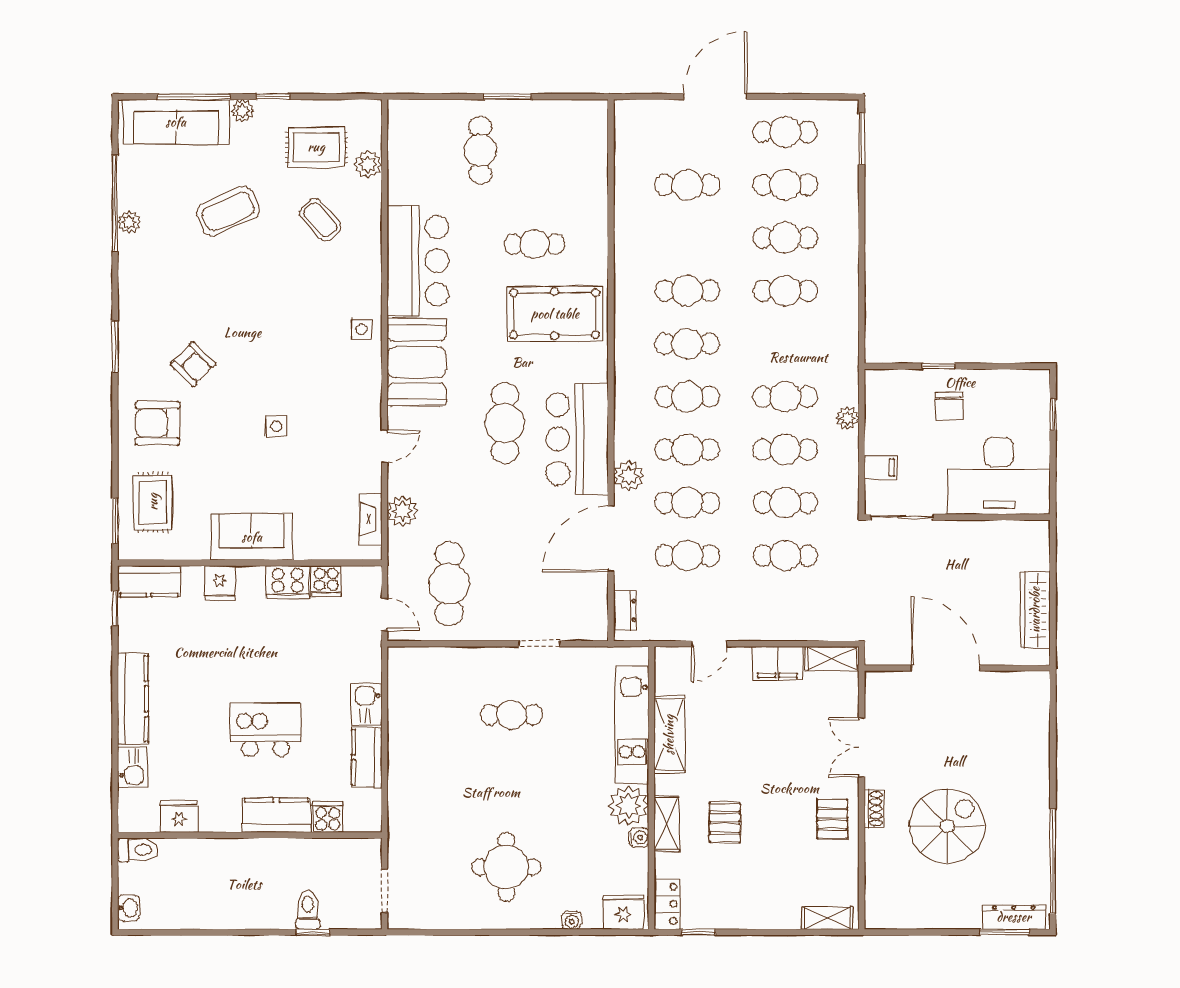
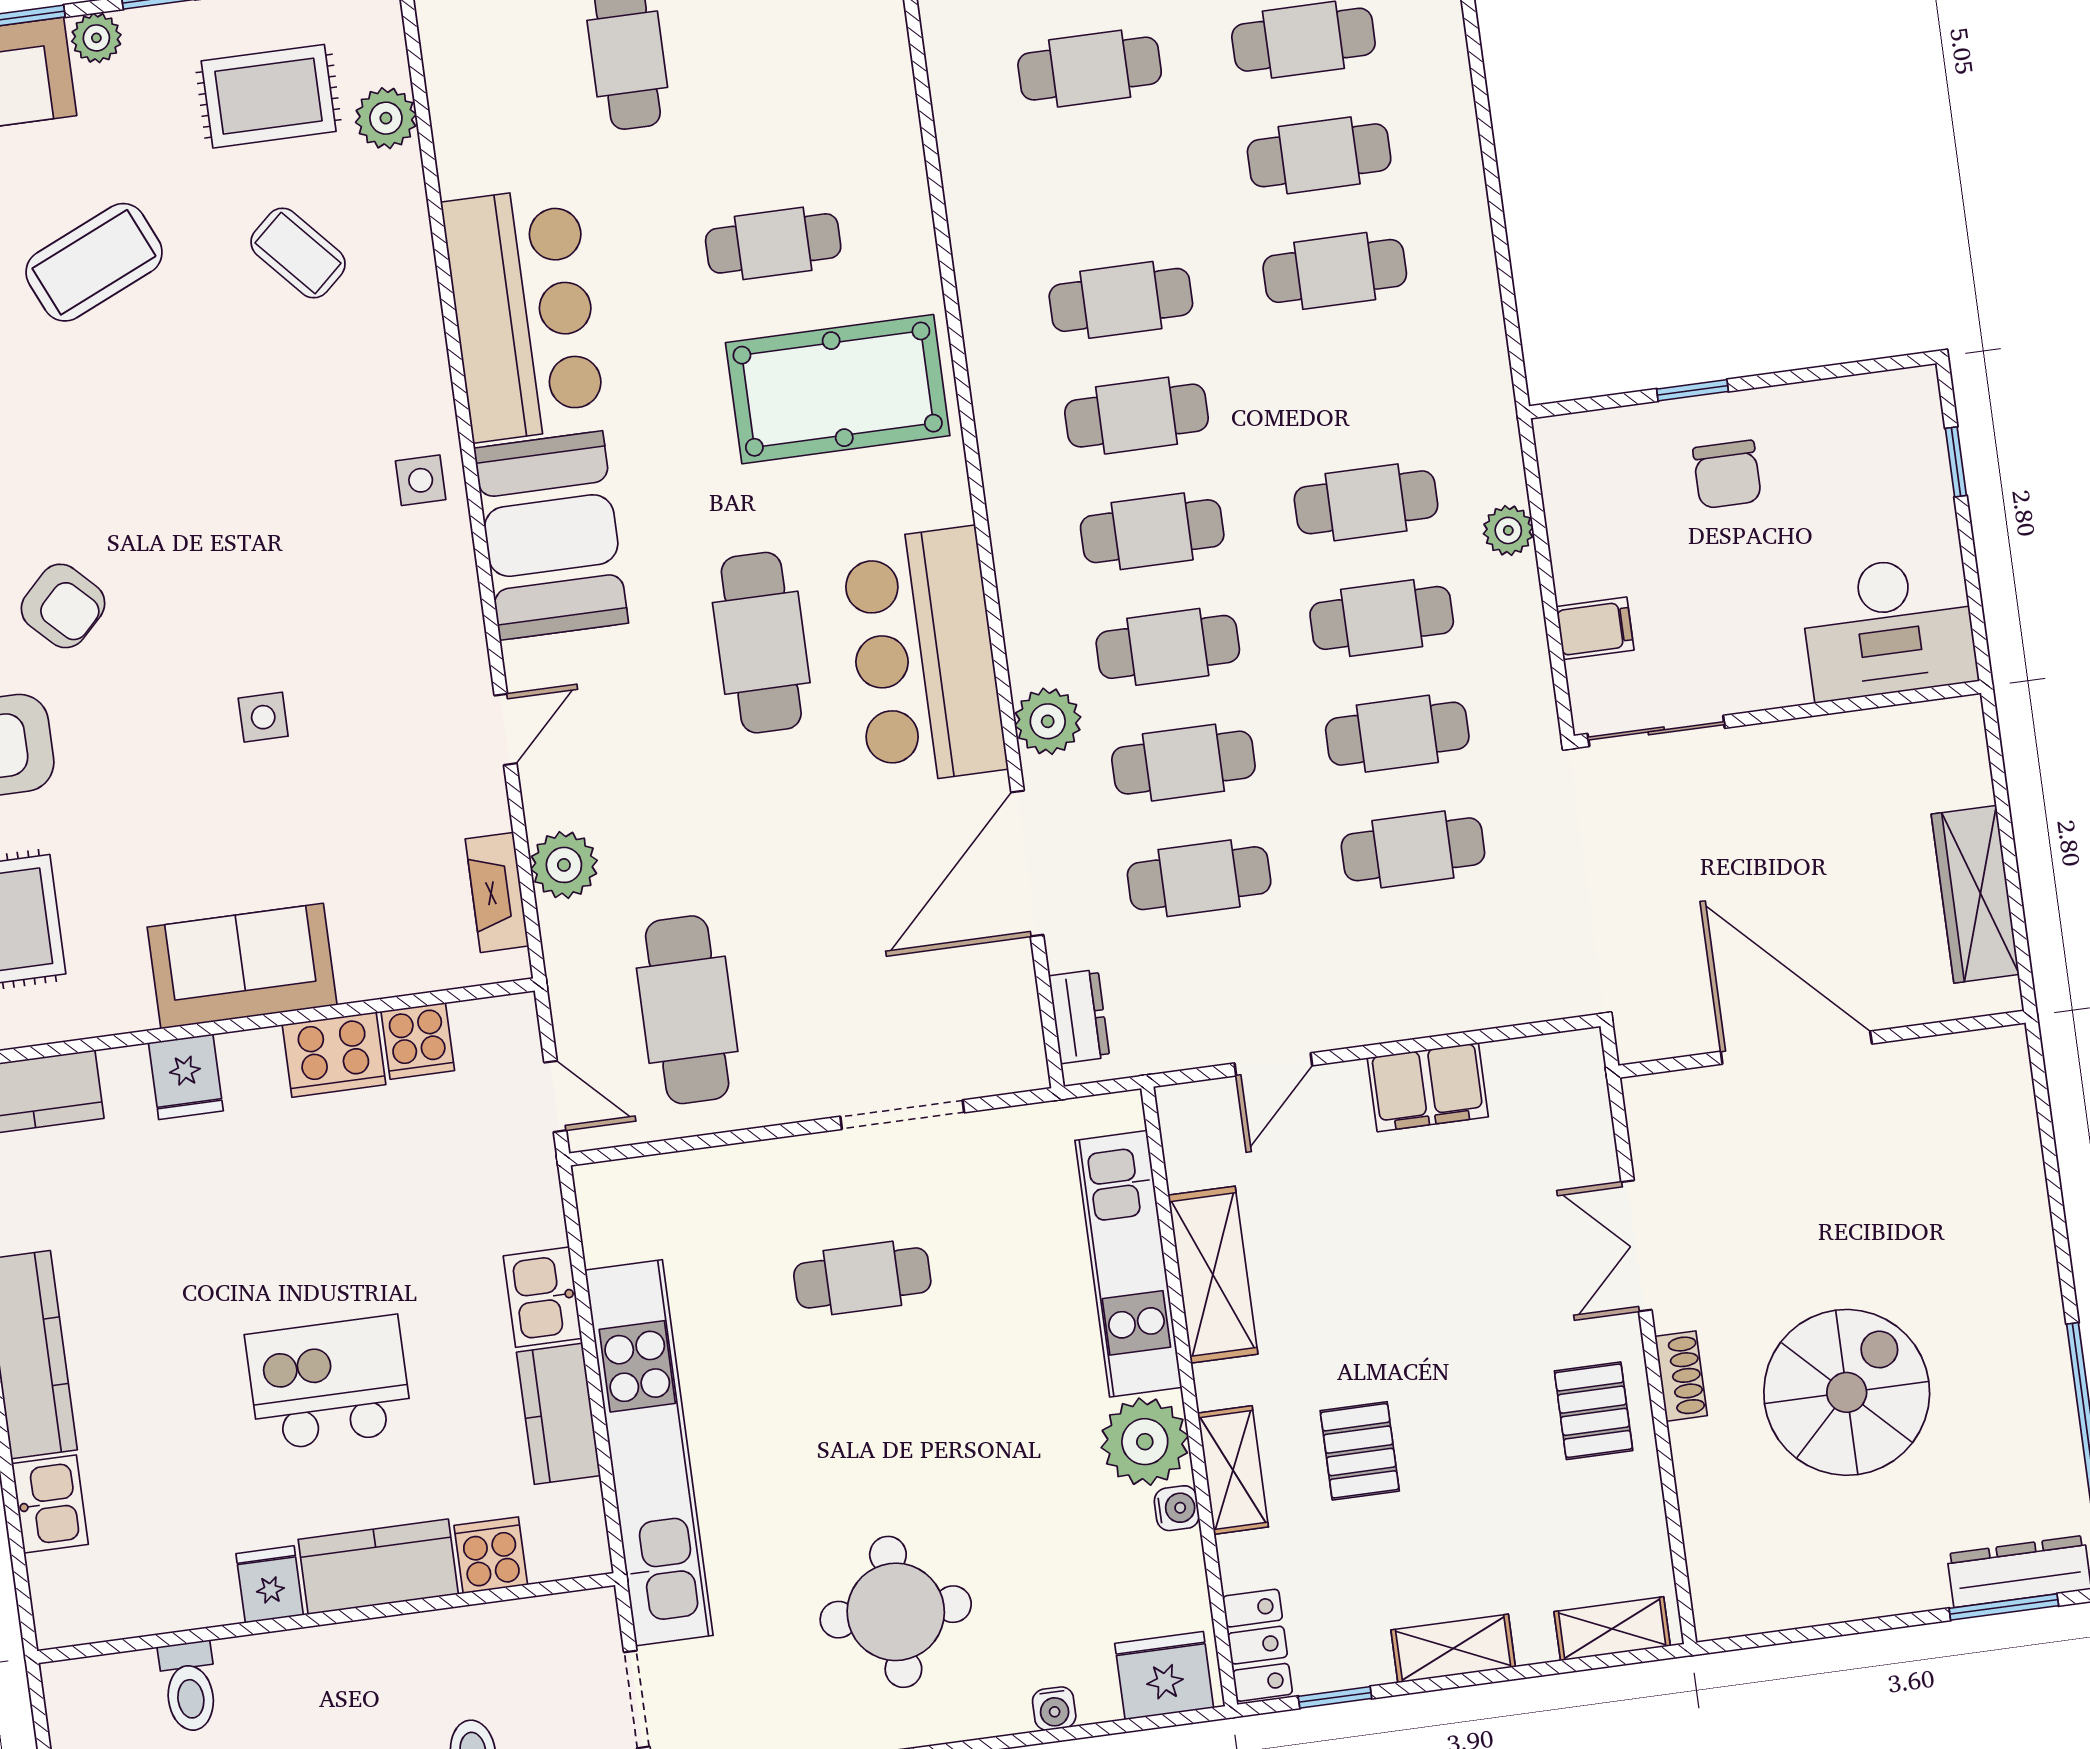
desk: (999, 476) -> (1888, 628), width x0.73, depth x0.77
doorway: (539, 644) -> (902, 1115), width x1.38
shelving: (832, 659) -> (1453, 1648), moved
kitchen unit: (405, 780) -> (649, 1453), added
fridge: (179, 817) -> (270, 1584), moved, width x0.72
toilet: (138, 850) -> (189, 1687), moved, turned 90

